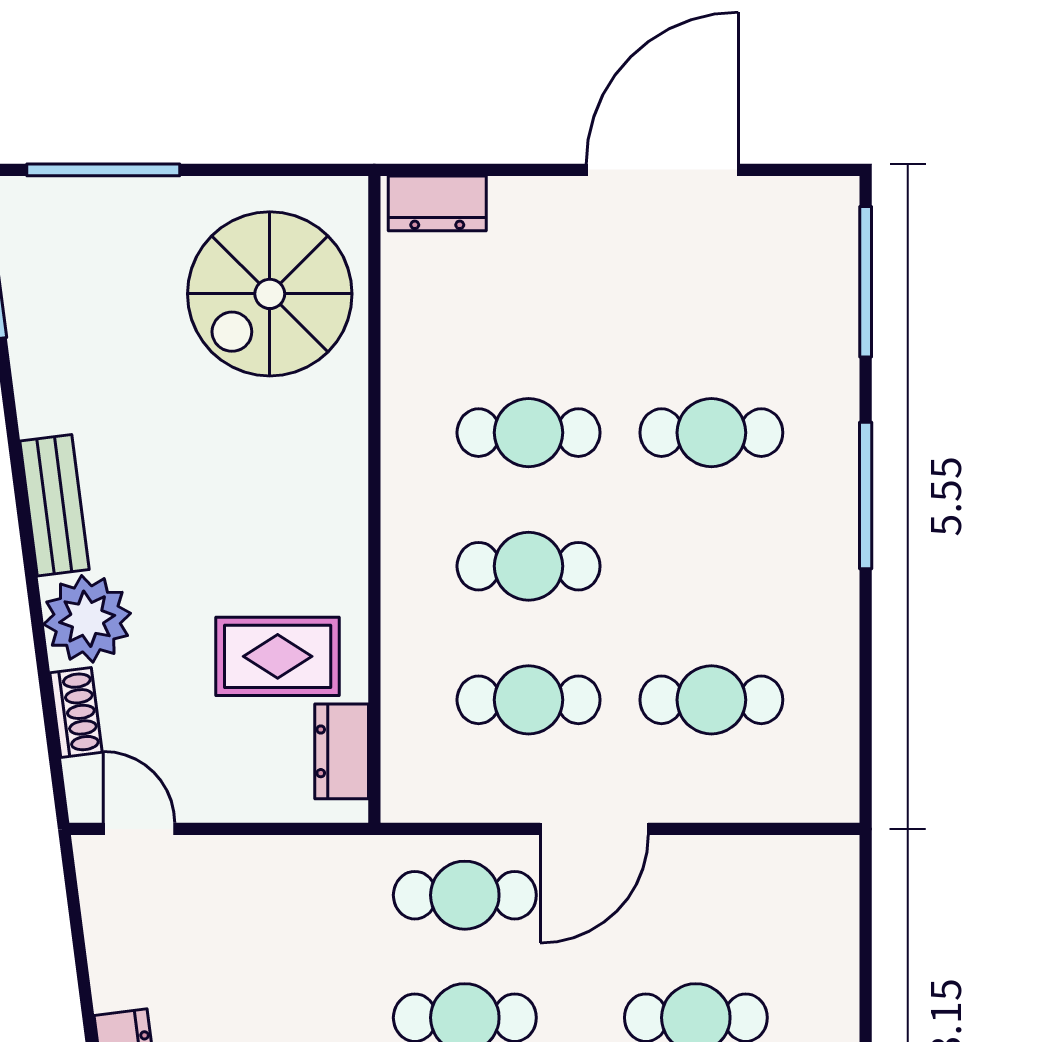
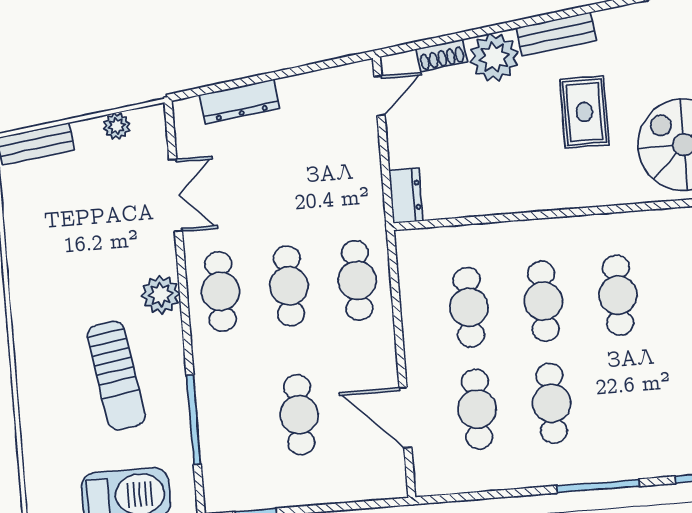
cafe table: (711, 433) -> (552, 403), moved
rug: (278, 656) -> (584, 112), moved
dresser: (342, 751) -> (406, 196), moved, turned 90
door: (594, 829) -> (405, 418), moved

